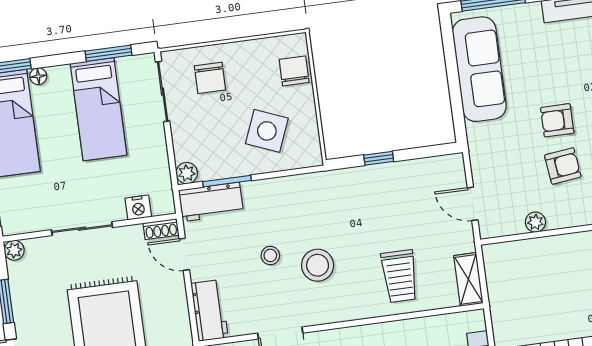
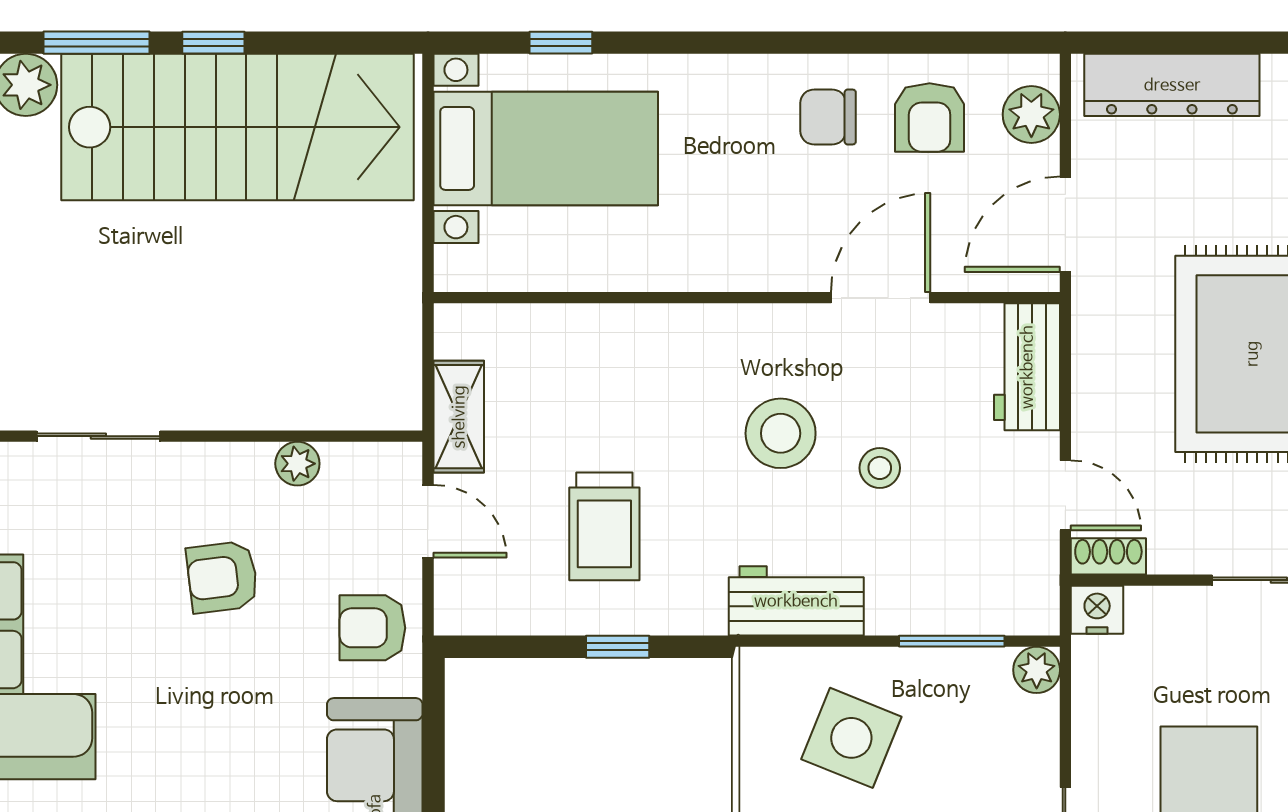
armchair: (557, 120) -> (372, 628), moved, turned 180
workbench: (211, 202) -> (796, 601), moved
nightstand: (138, 207) -> (1097, 610), moved
trolley: (400, 276) -> (604, 526), moved, turned 180
shelving: (468, 279) -> (459, 417), moved

